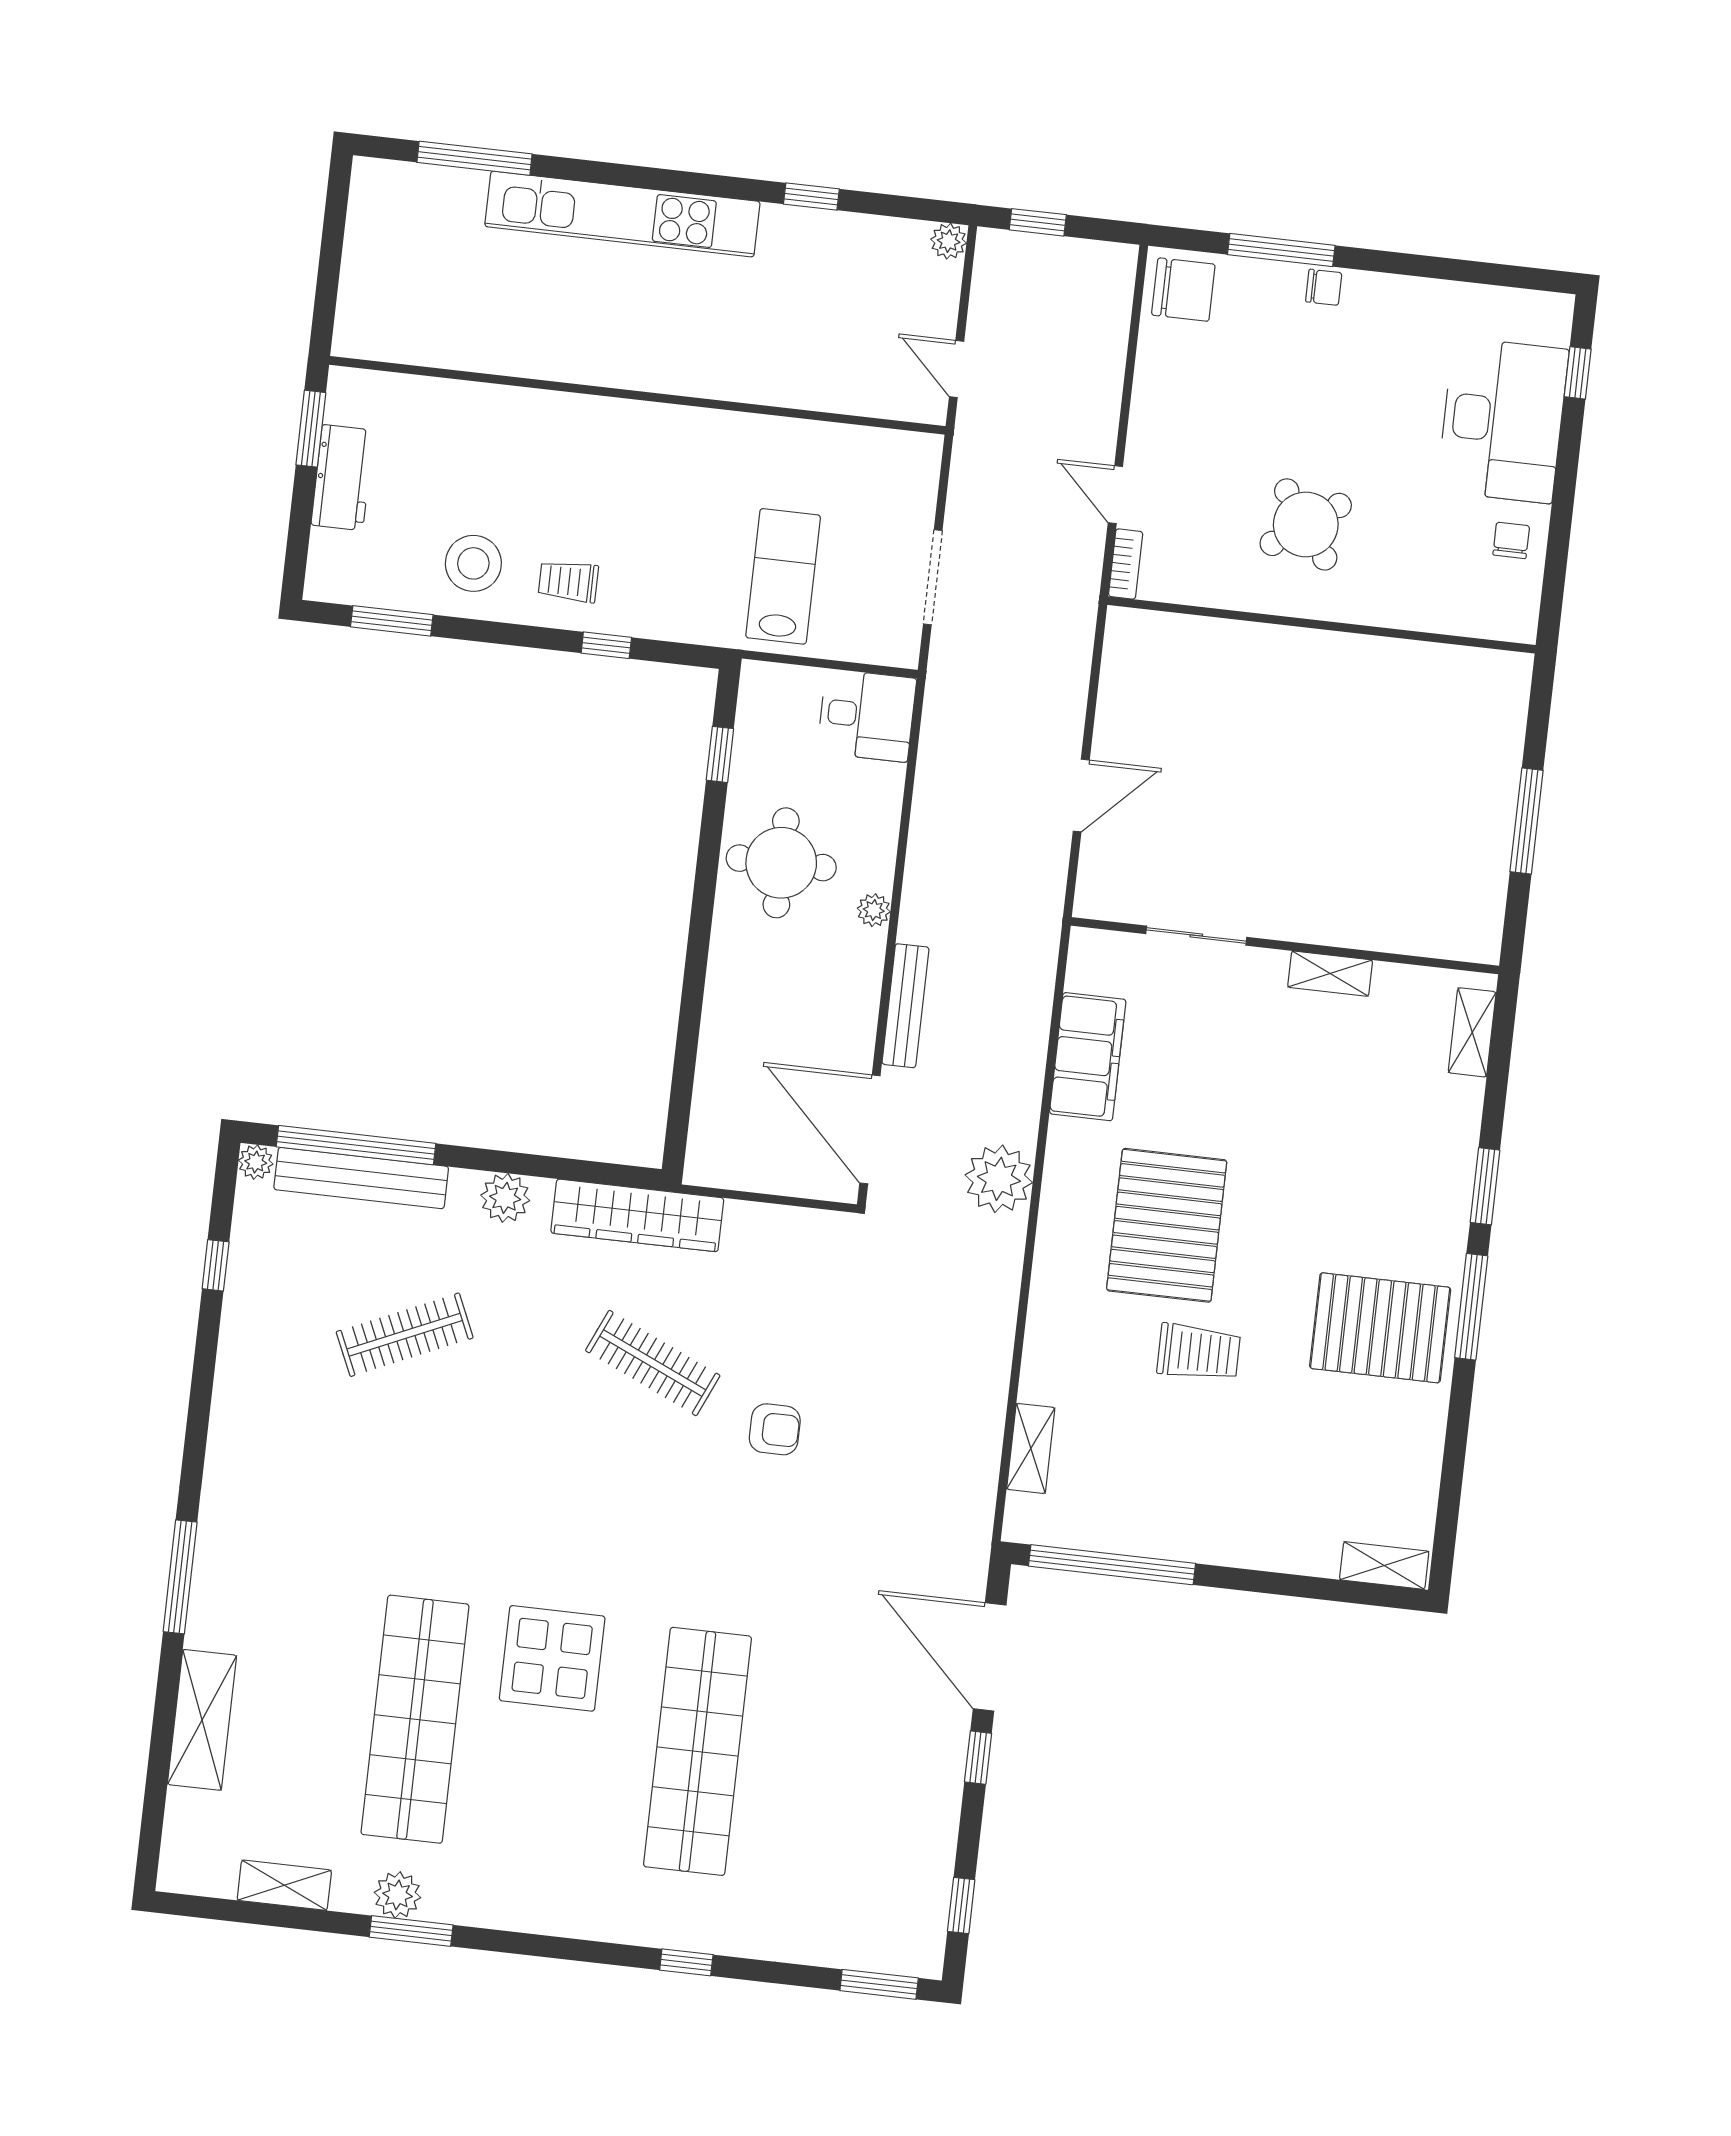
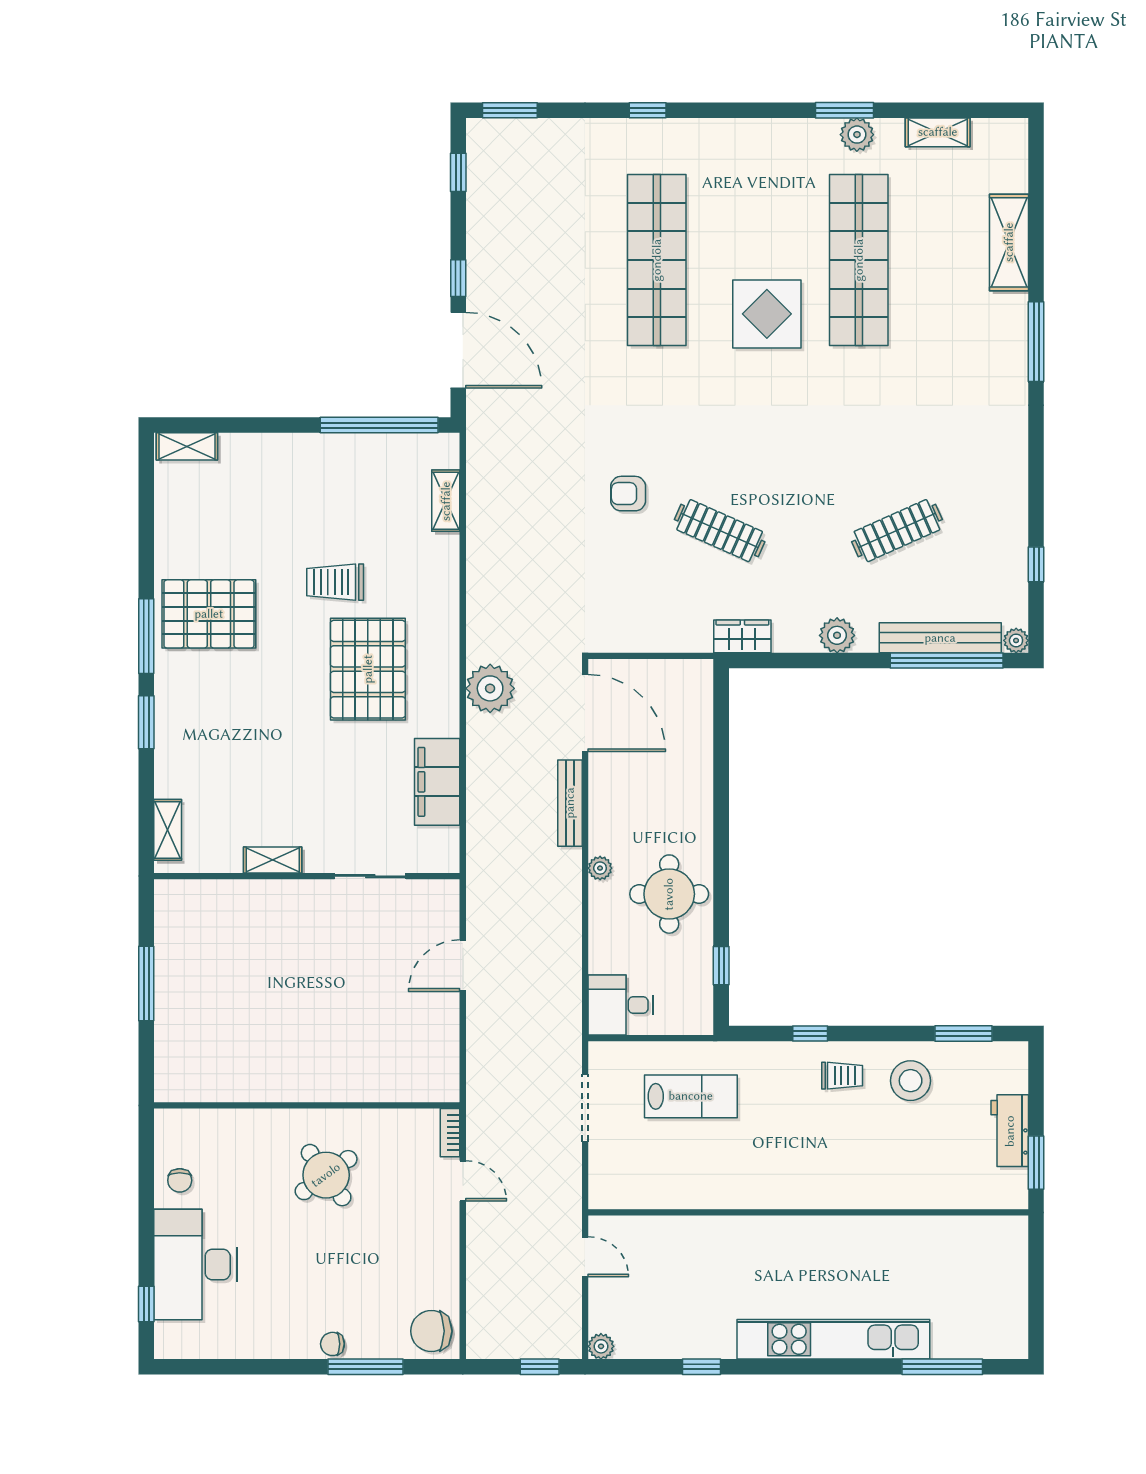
lab bench: (783, 576) -> (691, 1096), turned -90
wardrobe: (637, 1215) -> (742, 636), width x0.48, depth x0.85

